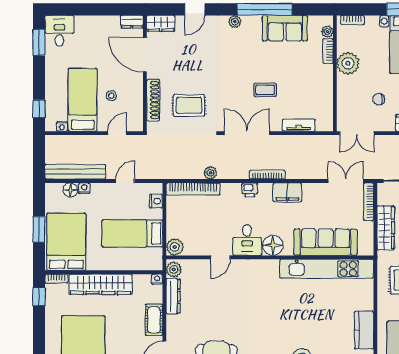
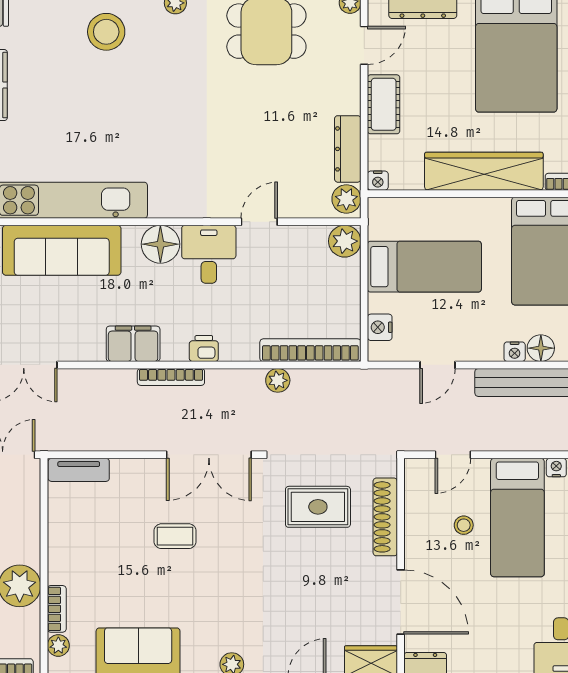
tv unit: (299, 125) -> (79, 470), moved

